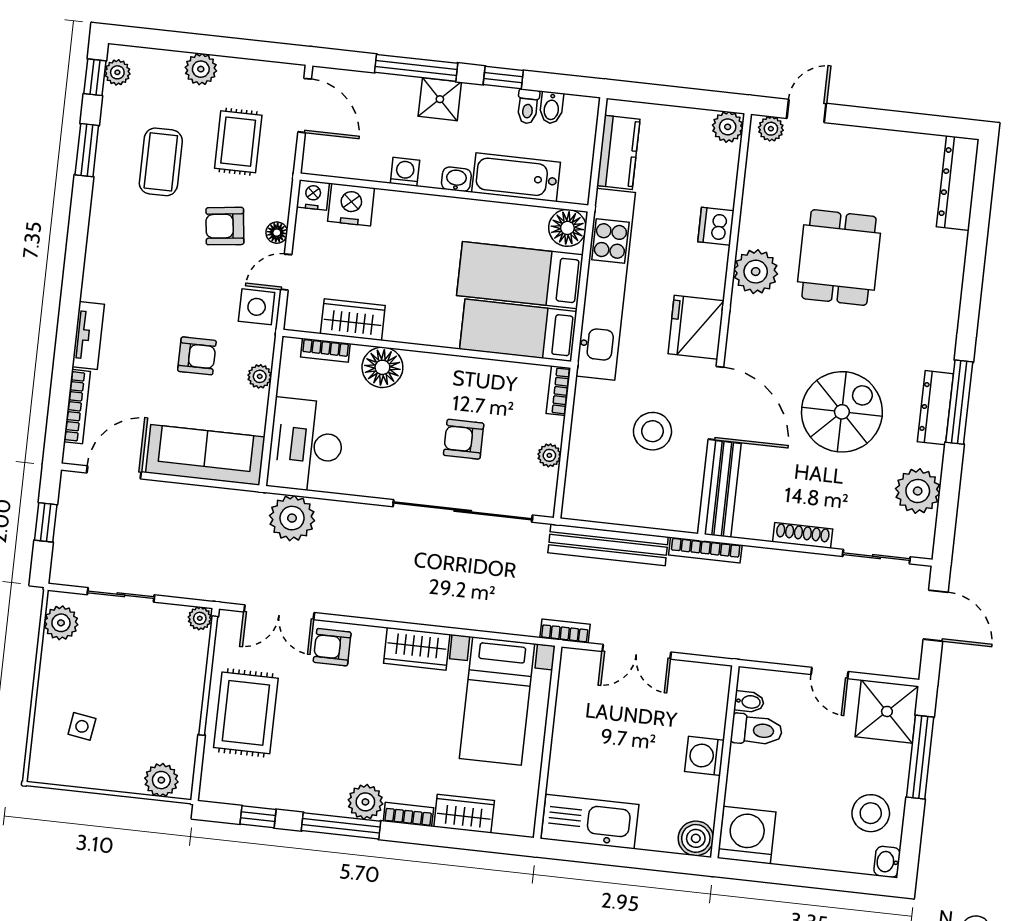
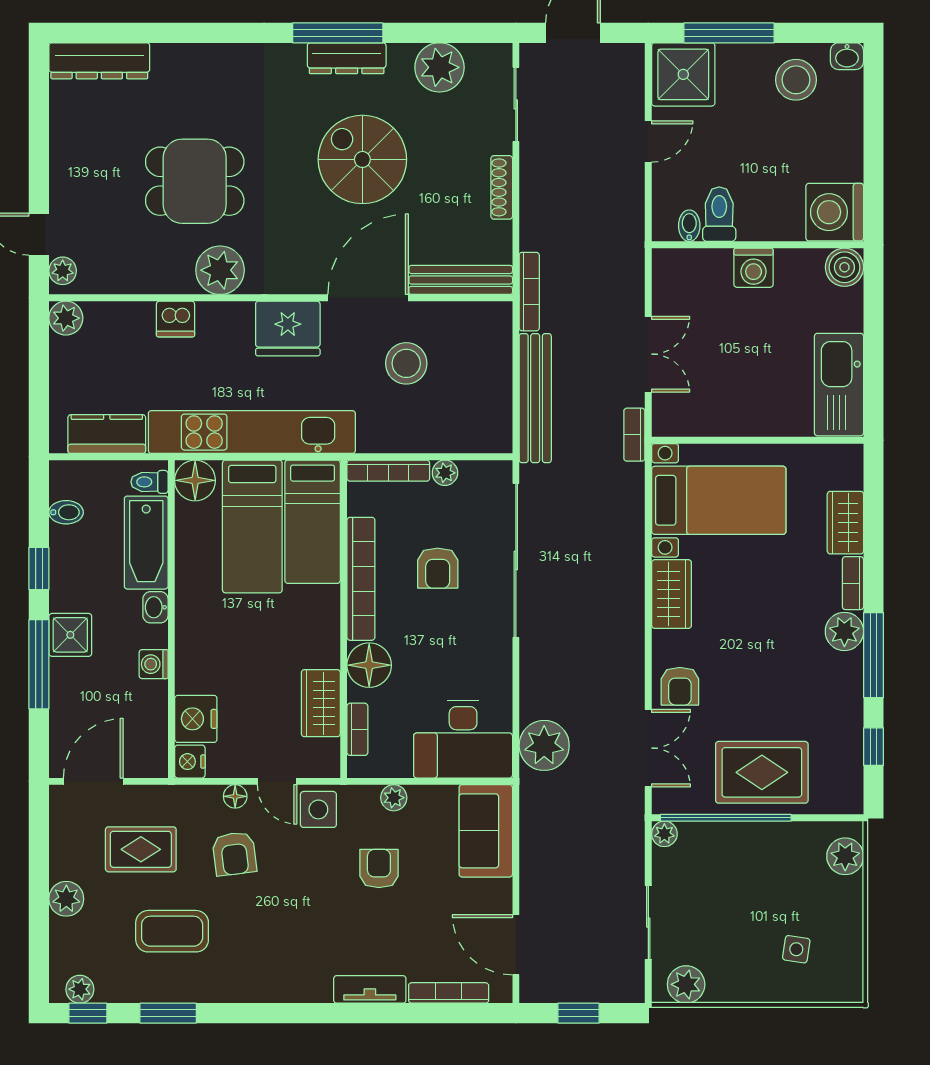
toilet: (528, 106) -> (149, 482), moved, turned 180
bookcase: (462, 368) -> (361, 579), added
bookcase: (558, 391) -> (388, 471), width x1.56
sofa: (205, 455) -> (486, 831), width x0.73

